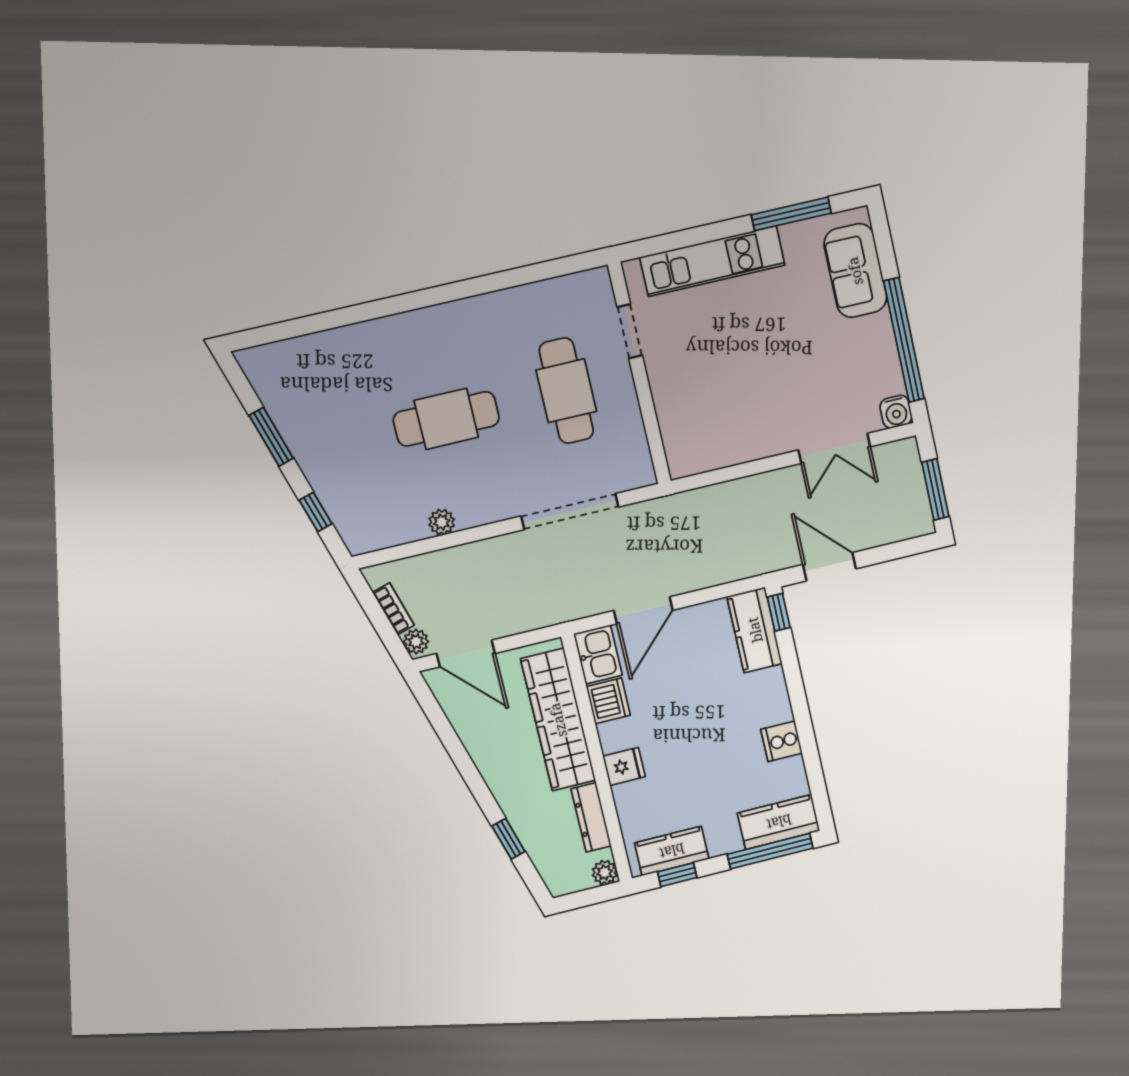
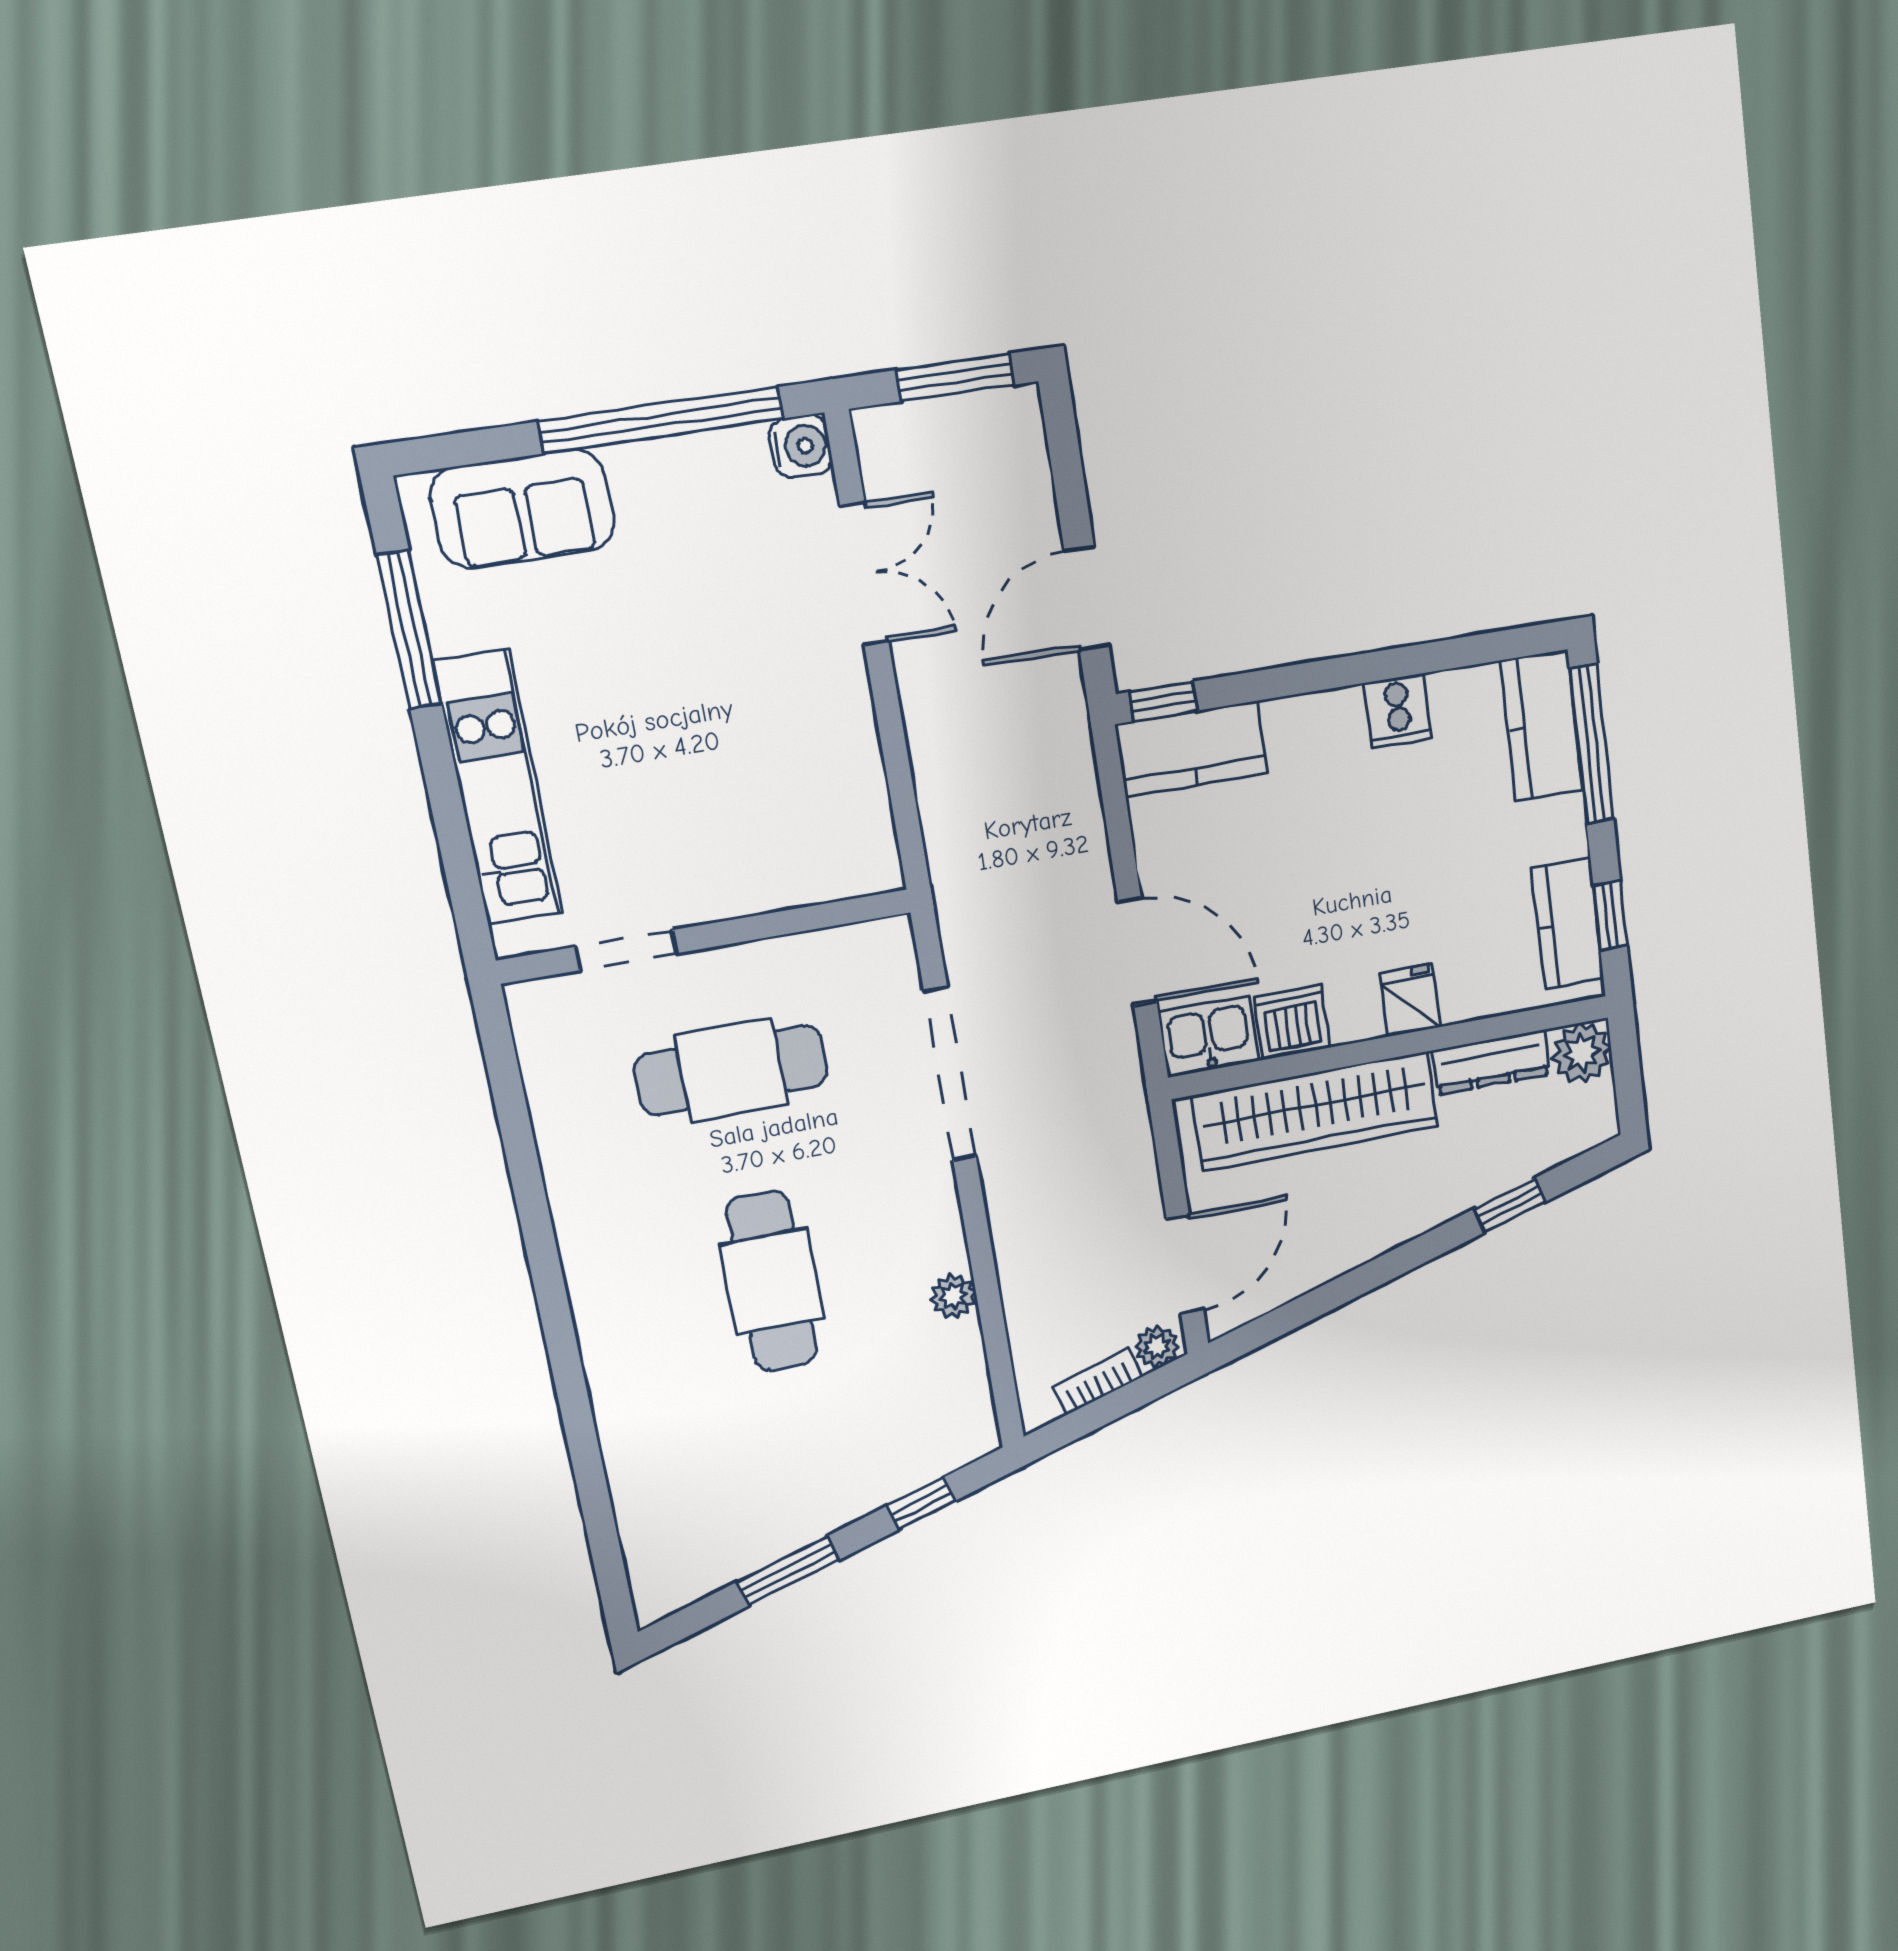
plant: (605, 872) -> (1582, 1053), width x1.38, depth x1.38

